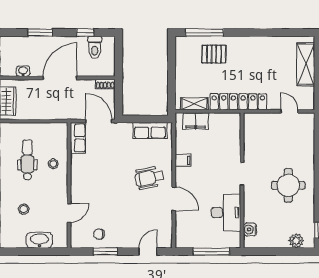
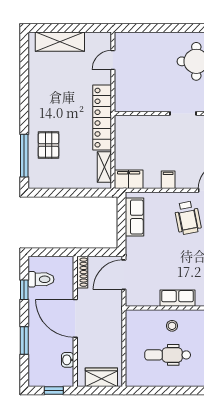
shoe rack: (105, 84) -> (82, 272), width x1.43
filing cabinet: (196, 121) -> (129, 179), moved, turned -90
row of seats: (78, 138) -> (178, 298), moved

